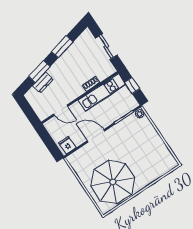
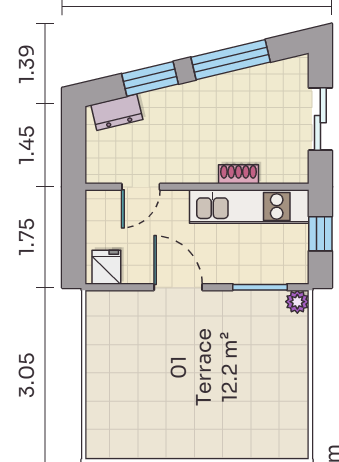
window: (62, 47) -> (231, 60), width x1.44
dresser: (43, 82) -> (117, 112), moved
door: (61, 110) -> (141, 187), hinge flipped
parasol: (113, 182) -> (150, 404), removed

